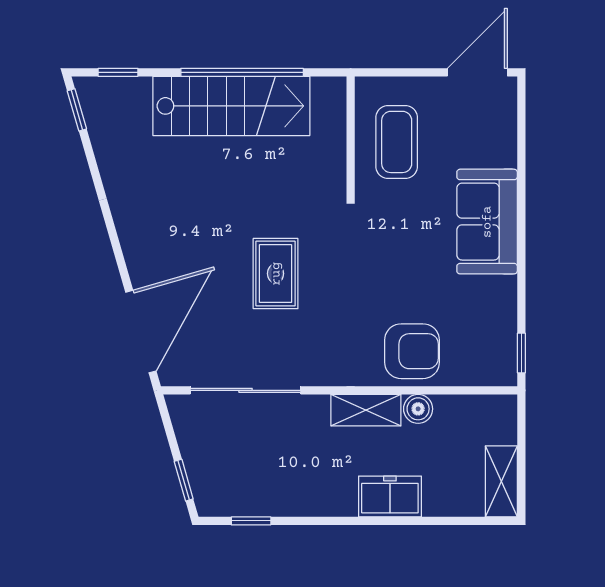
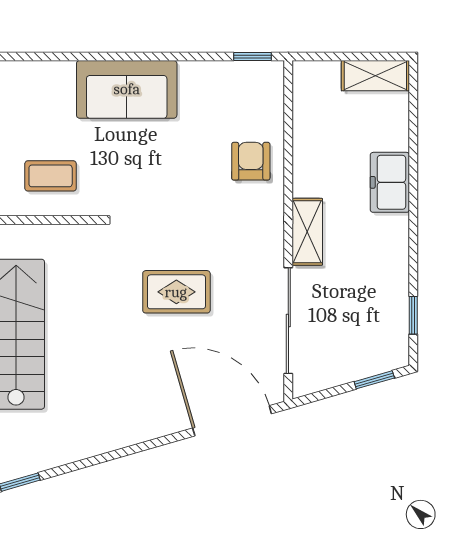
coffee table: (397, 142) -> (51, 176), width x0.73, depth x0.77
armchair: (412, 351) -> (251, 161), width x0.72, depth x0.72
boiler: (418, 409) -> (306, 155), removed
shelving: (366, 410) -> (307, 232), moved

